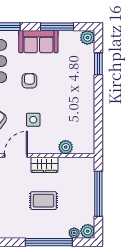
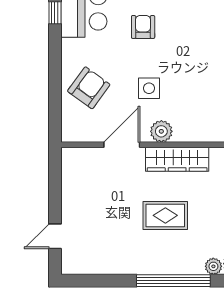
plant: (66, 147) -> (161, 131), moved
wardrobe: (44, 165) -> (177, 159), width x1.50

